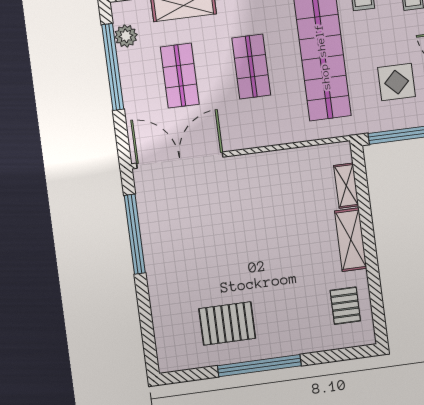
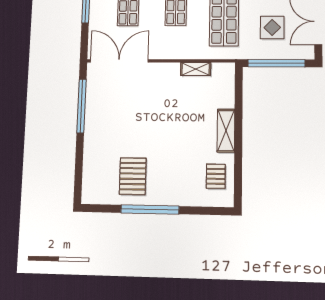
shelving: (346, 186) -> (196, 69), moved, turned 90
pallet: (227, 323) -> (133, 176), turned 90

